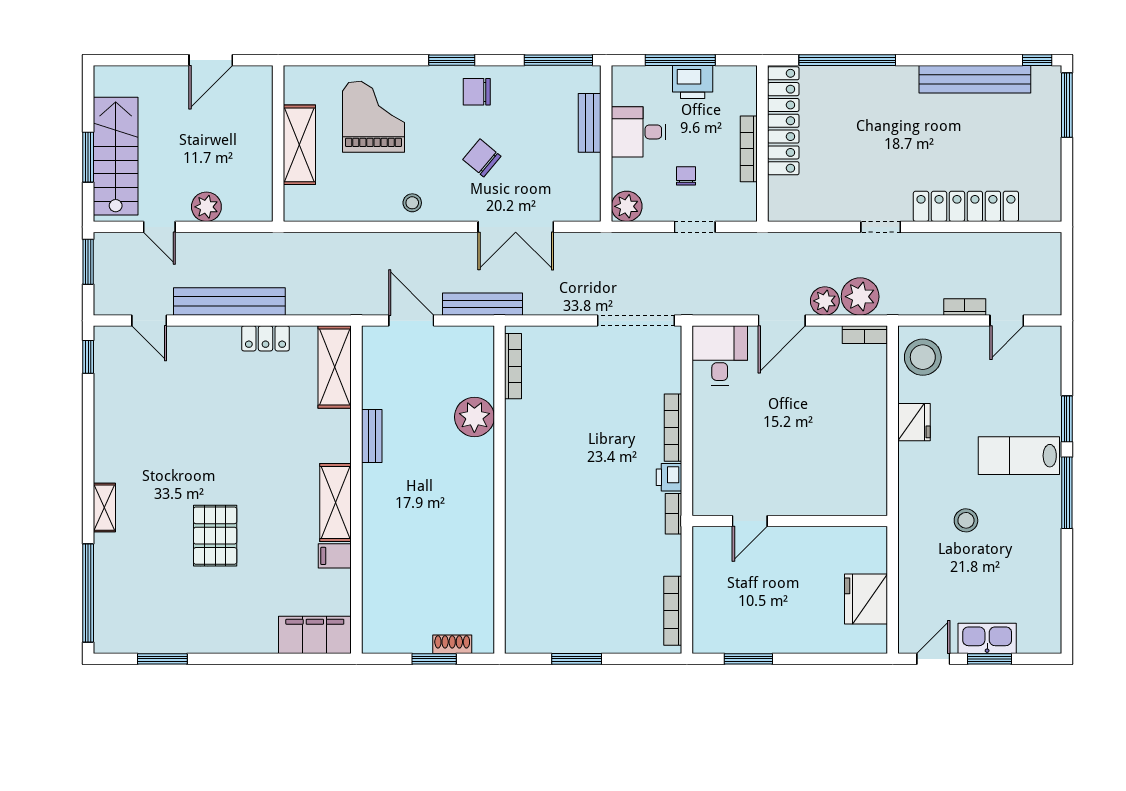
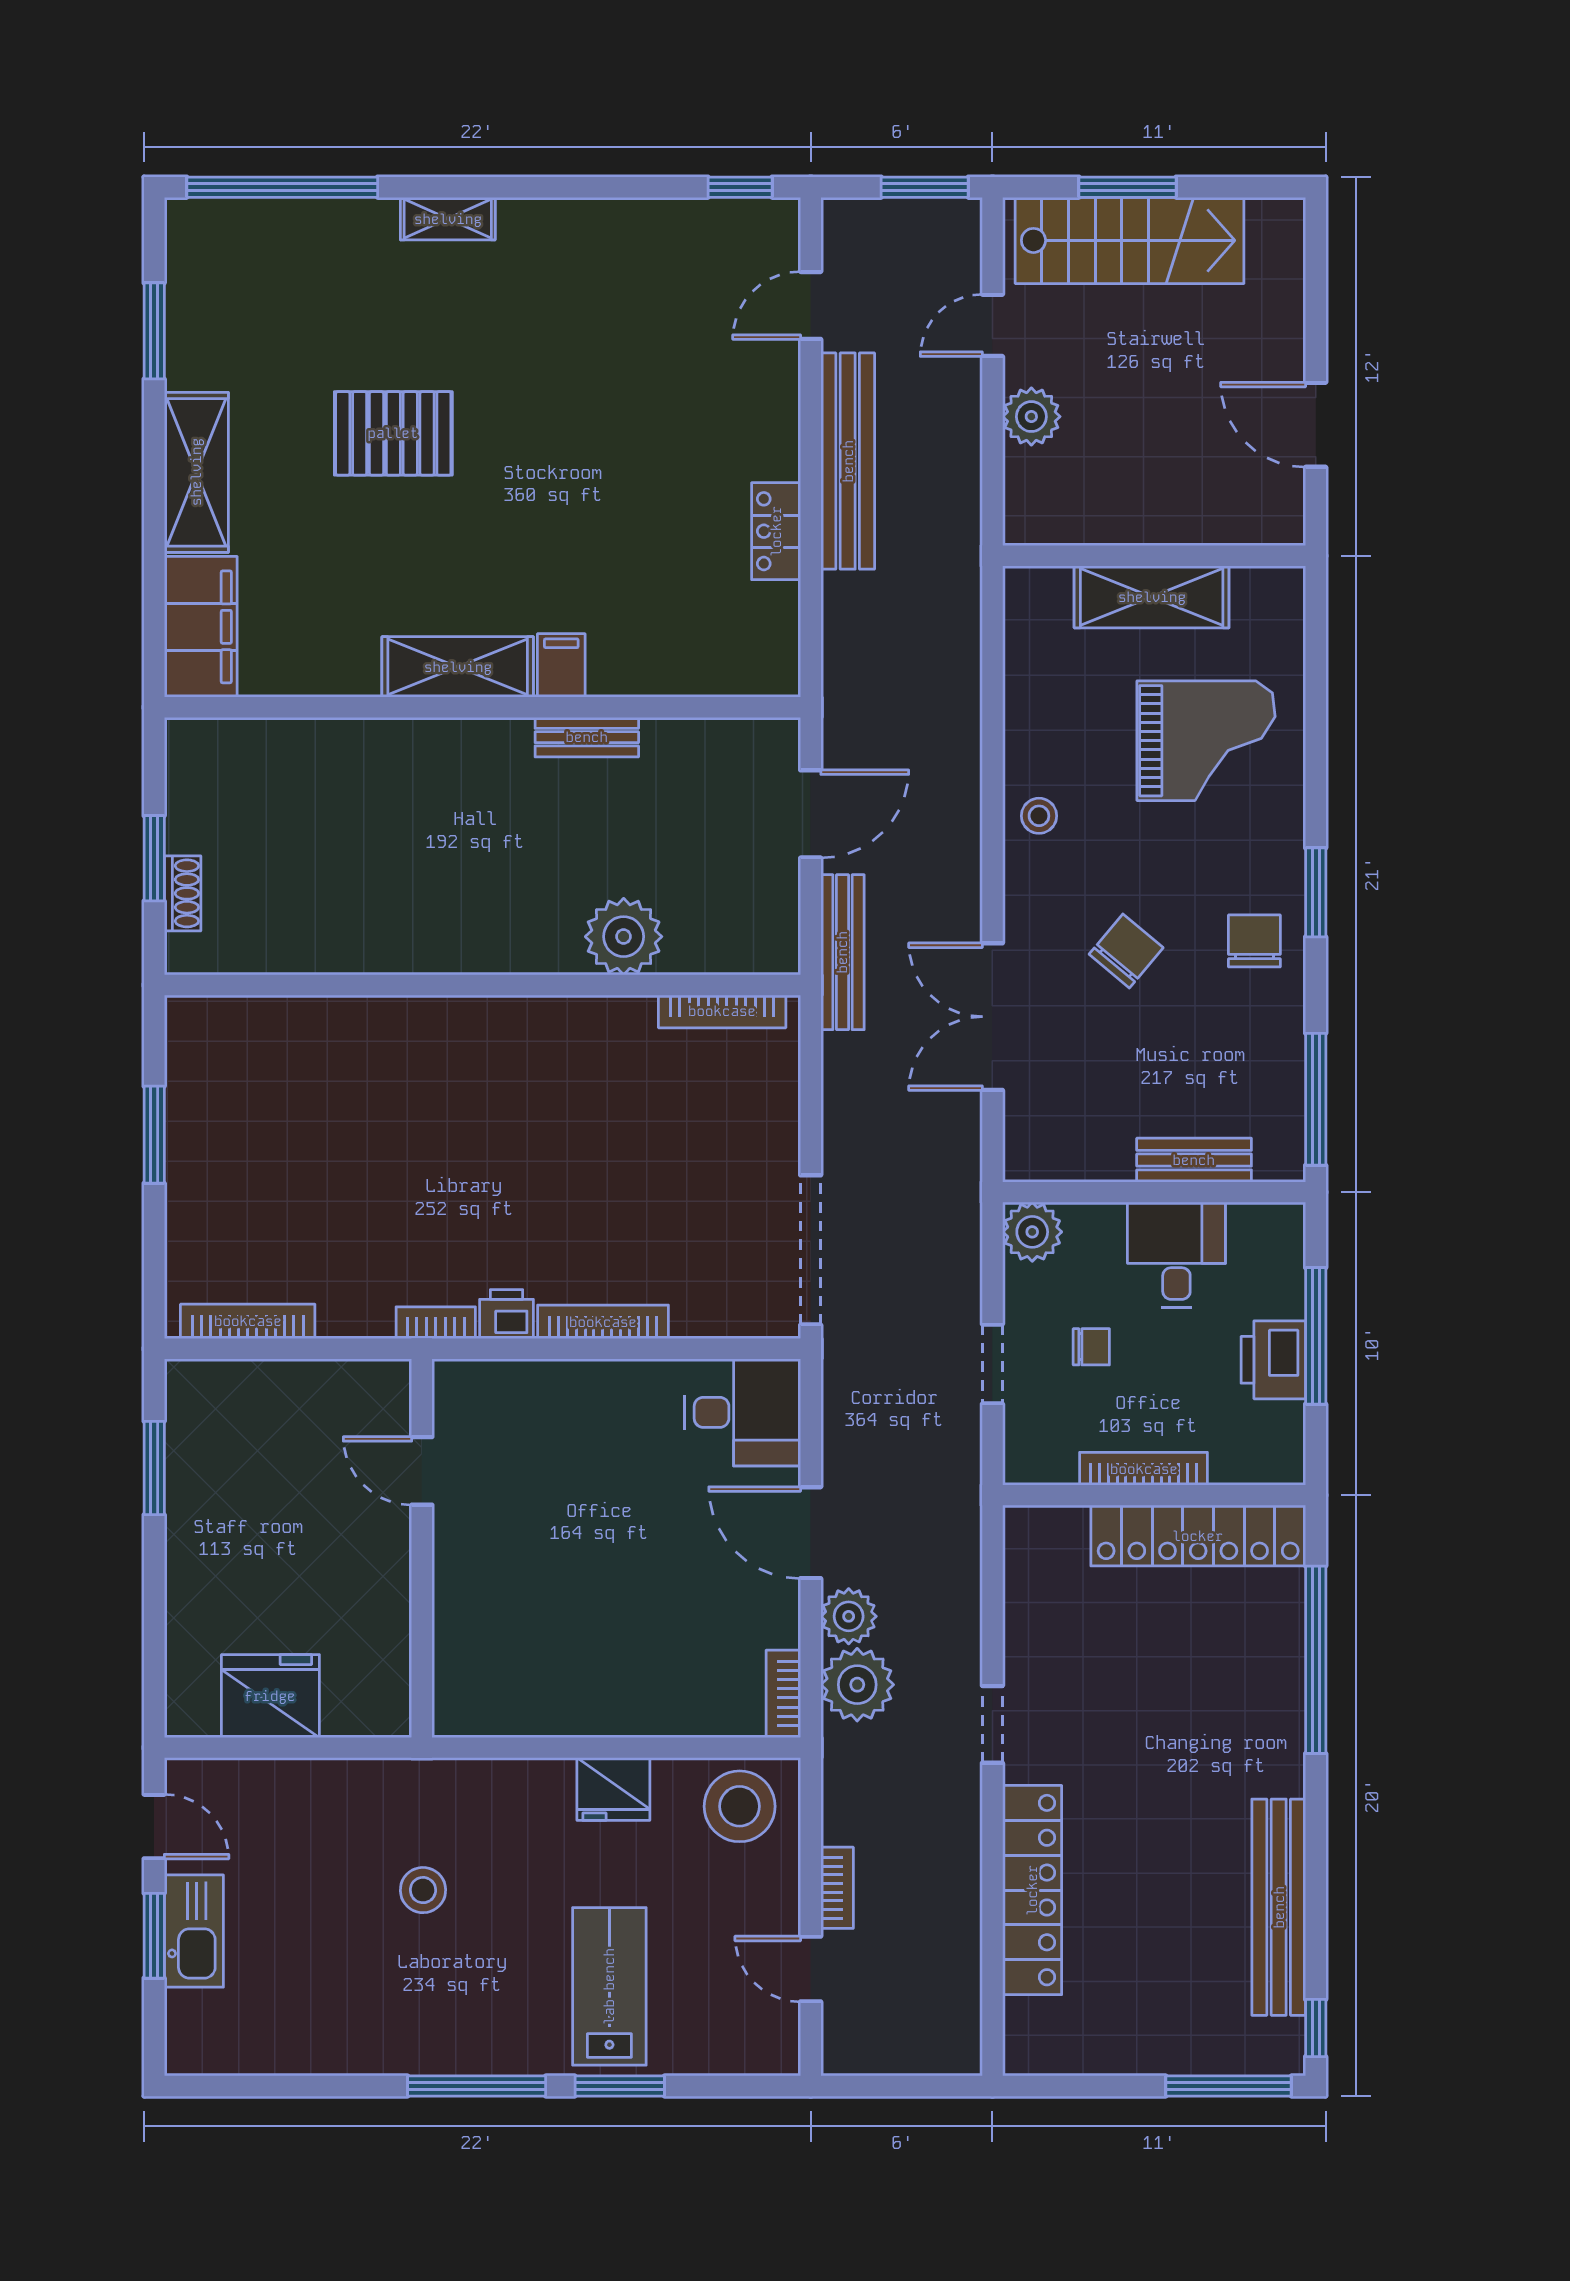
shelving: (335, 367) -> (196, 472), moved, turned 90
lab bench: (1019, 456) -> (609, 1986), moved
filing cabinet: (335, 556) -> (561, 665), moved

